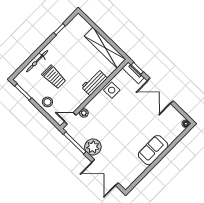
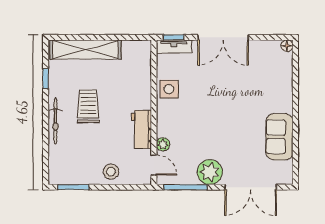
shelving: (105, 48) -> (86, 50), moved
bicycle: (37, 61) -> (55, 121), moved
trolley: (54, 77) -> (88, 106), moved, turned -90
workbench: (94, 82) -> (141, 129), moved
door: (70, 118) -> (154, 165), swing flipped
sofa: (153, 150) -> (279, 137), moved

